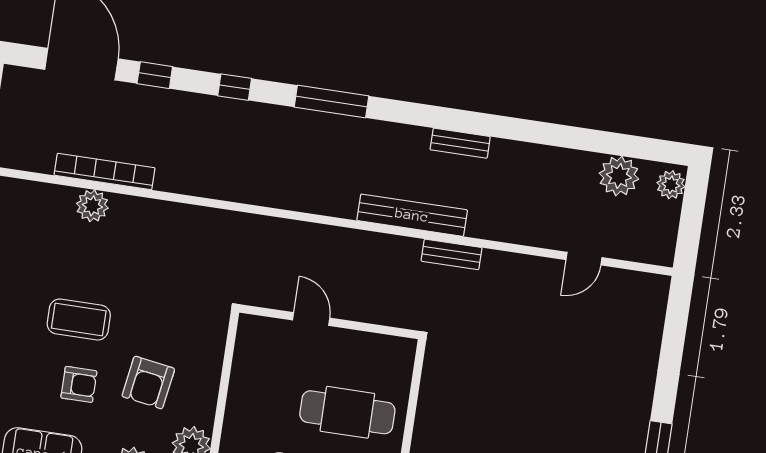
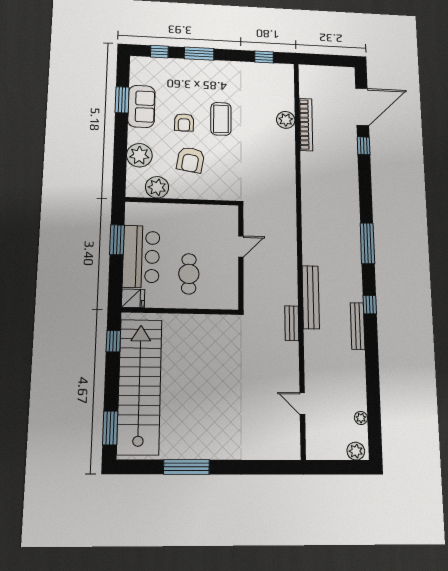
window: (235, 87) -> (370, 305), moved
bench: (460, 143) -> (358, 326), width x1.36
plant: (619, 176) -> (361, 418), width x0.53, depth x0.53
armchair: (148, 382) -> (191, 160), turned -90
cafe table: (347, 412) -> (189, 274), width x0.73, depth x0.74

